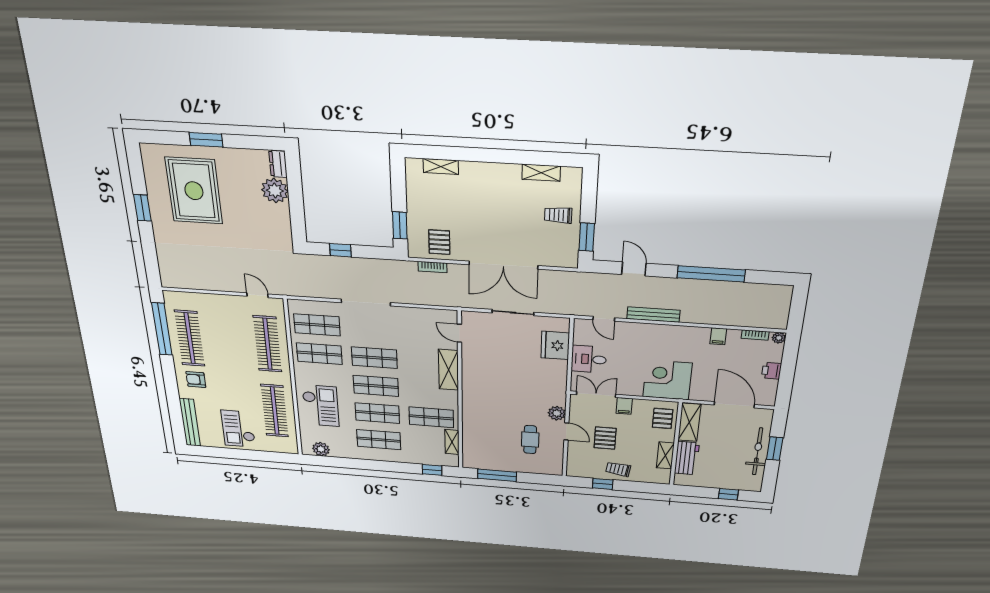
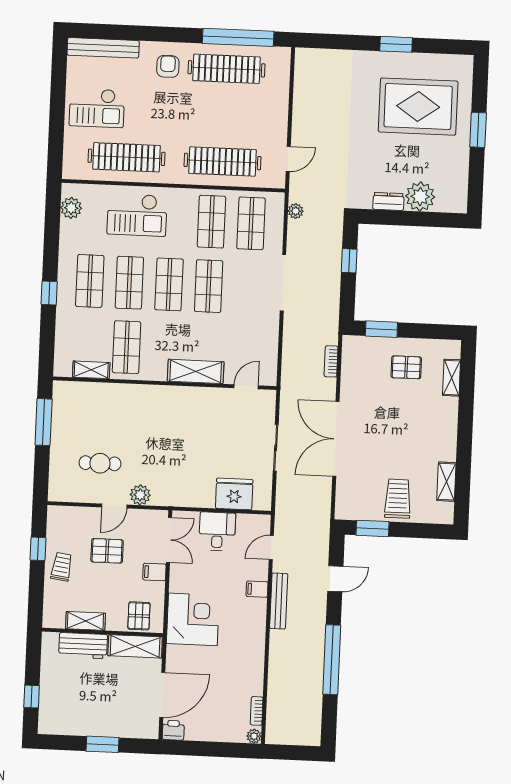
dresser: (278, 164) -> (388, 201), moved
trolley: (558, 215) -> (398, 499), width x1.36, depth x1.39
pallet: (439, 242) -> (406, 367), moved
plant: (302, 291) -> (296, 211), added
filing cabinet: (718, 336) -> (257, 589), moved
printer: (771, 371) -> (173, 730), moved
pallet: (663, 418) -> (139, 616), turned 90
checkout: (238, 429) -> (97, 108), turned 180
bicycle: (758, 451) -> (97, 725), removed
window: (432, 470) -> (49, 293), moved

